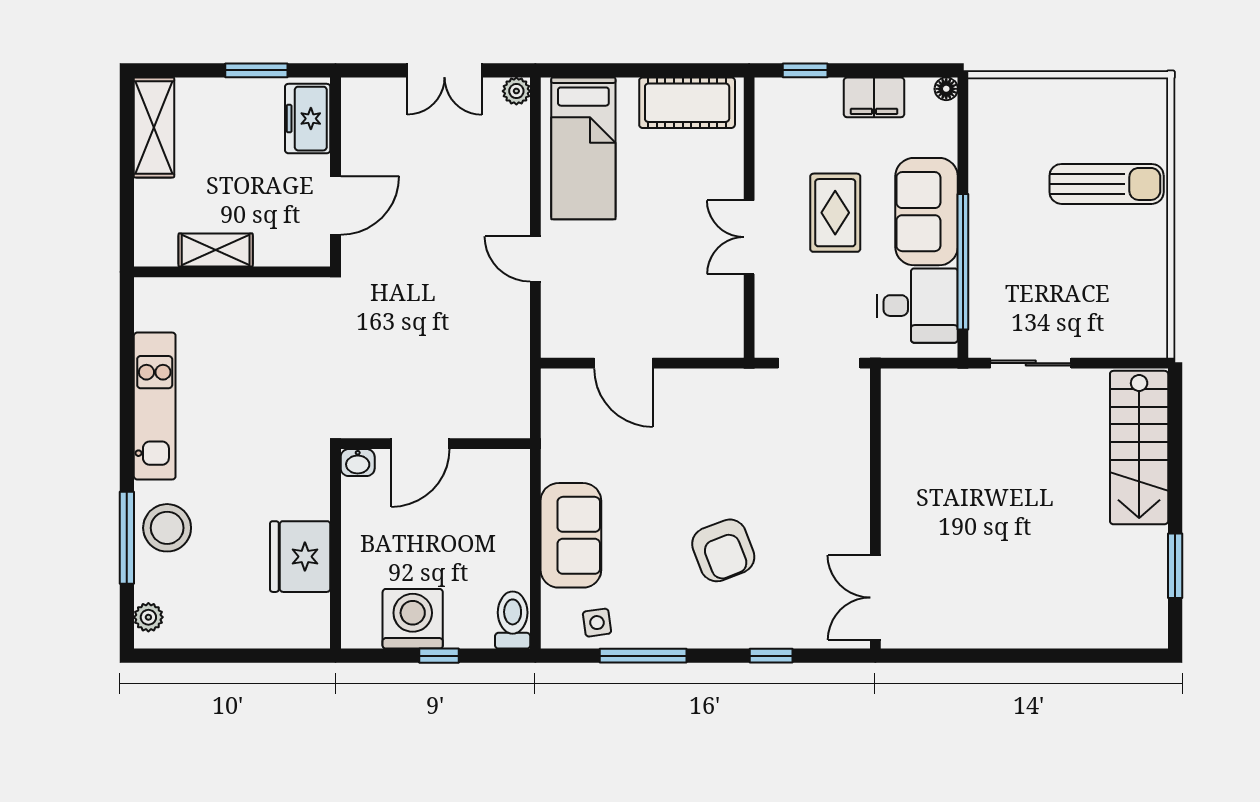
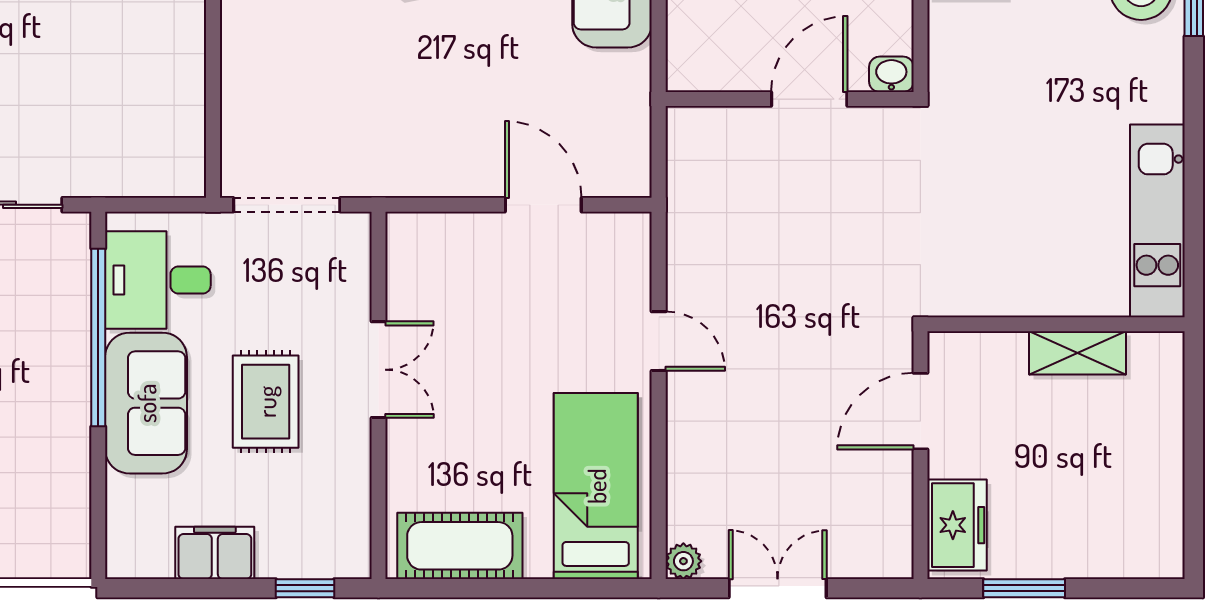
floor lamp: (946, 89) -> (120, 564), removed
shelving: (154, 127) -> (1158, 513), removed
kitchen unit: (155, 406) -> (1157, 221), moved

